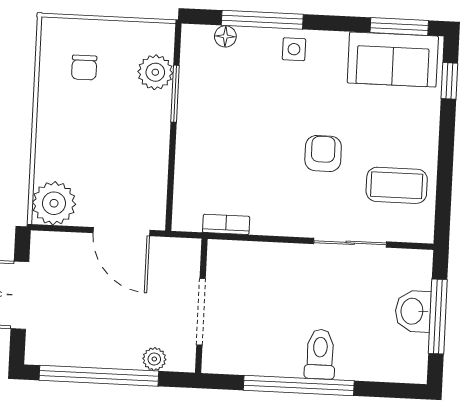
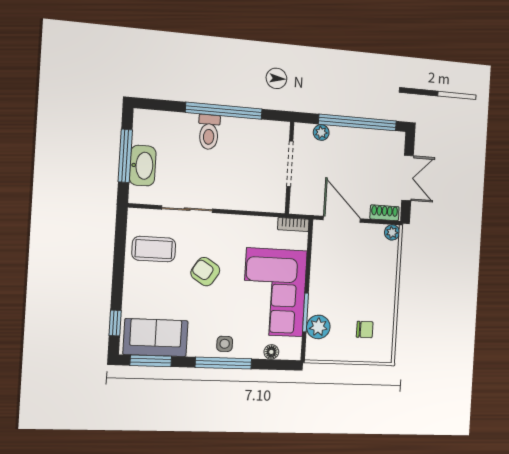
window: (262, 20) -> (223, 363), moved
chair: (84, 68) -> (365, 330), turned 90
corner sofa: (222, 124) -> (274, 292), added
armchair: (323, 154) -> (205, 272), turned 122
plant: (54, 203) -> (392, 232), width x0.53, depth x0.53
bookcase: (226, 224) -> (293, 225), moved
shoe rack: (55, 242) -> (384, 213), added
washbasin: (413, 311) -> (143, 166), width x1.38

